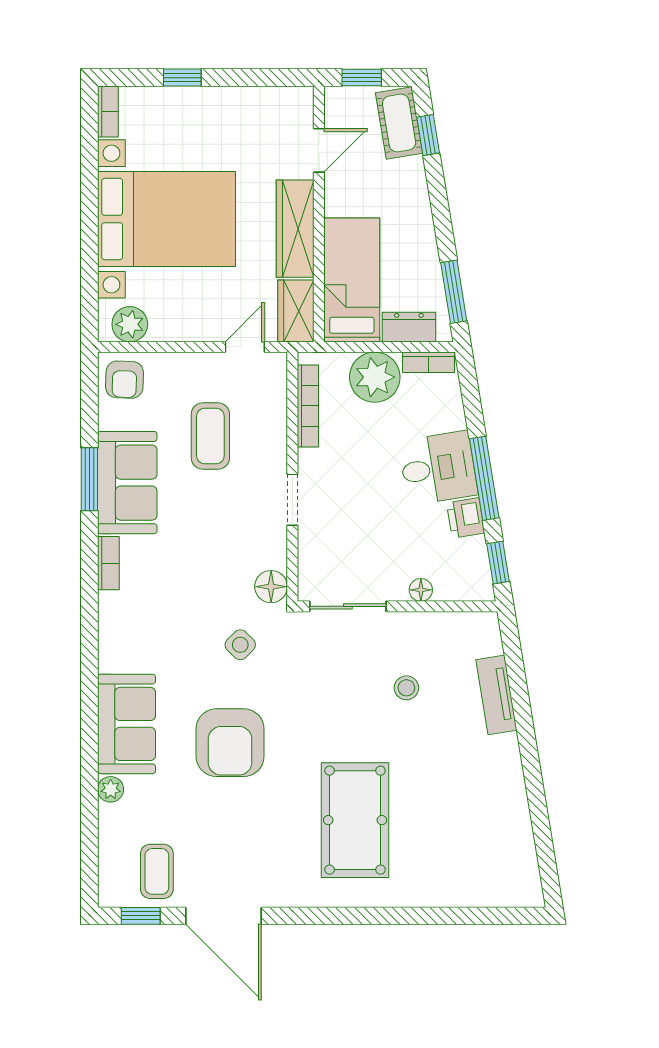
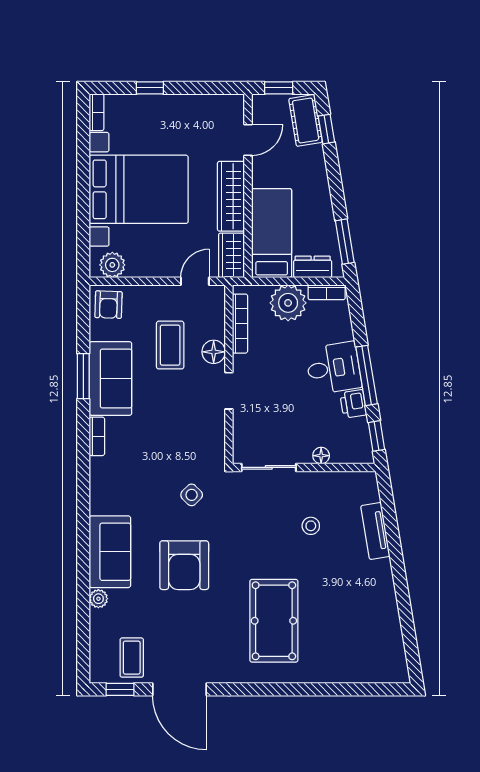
floor lamp: (271, 587) -> (214, 352), moved

